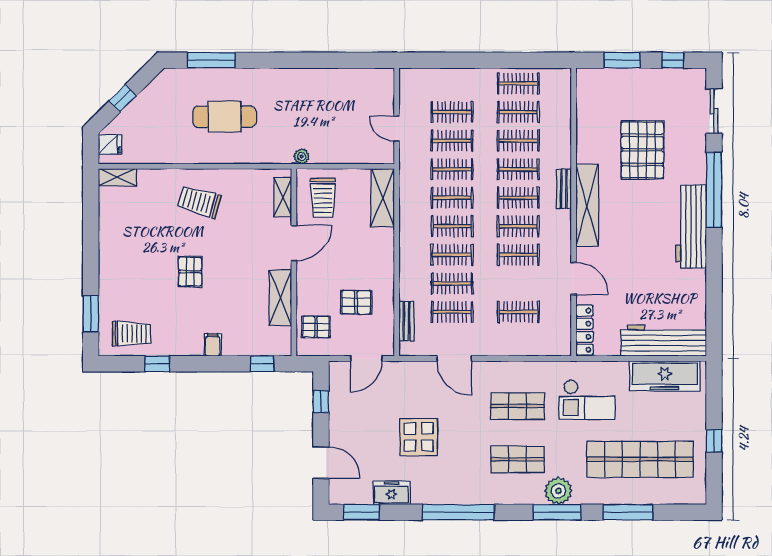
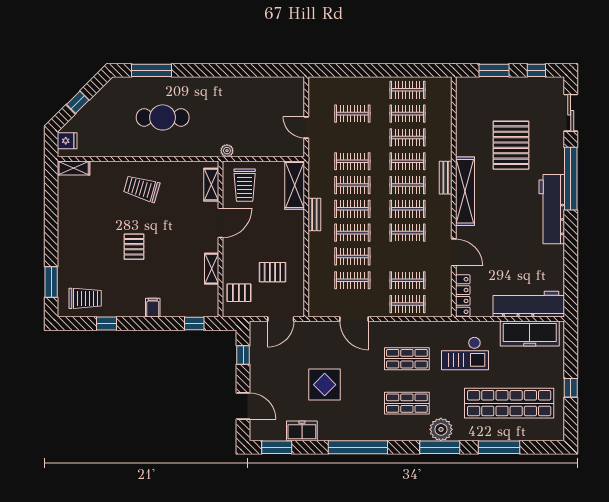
clothes rail: (452, 141) -> (408, 304), moved
shelving: (281, 298) -> (212, 269), width x0.67, depth x0.75
bench: (406, 321) -> (314, 214), moved

